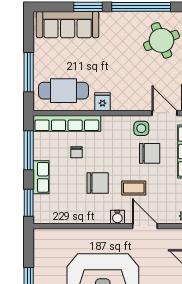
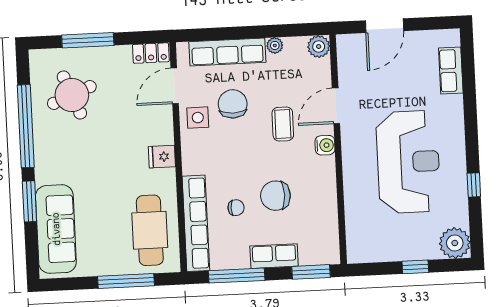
fridge: (103, 102) -> (162, 157), moved
chair: (98, 183) -> (275, 196), moved, turned -90

